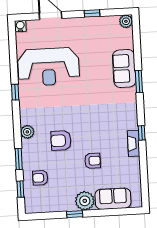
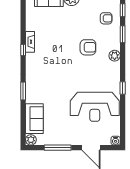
window: (92, 13) -> (58, 148), width x2.17
reception desk: (48, 67) -> (95, 107), turned 180
sofa: (124, 68) -> (34, 119), moved
armchair: (93, 161) -> (64, 30), removed

